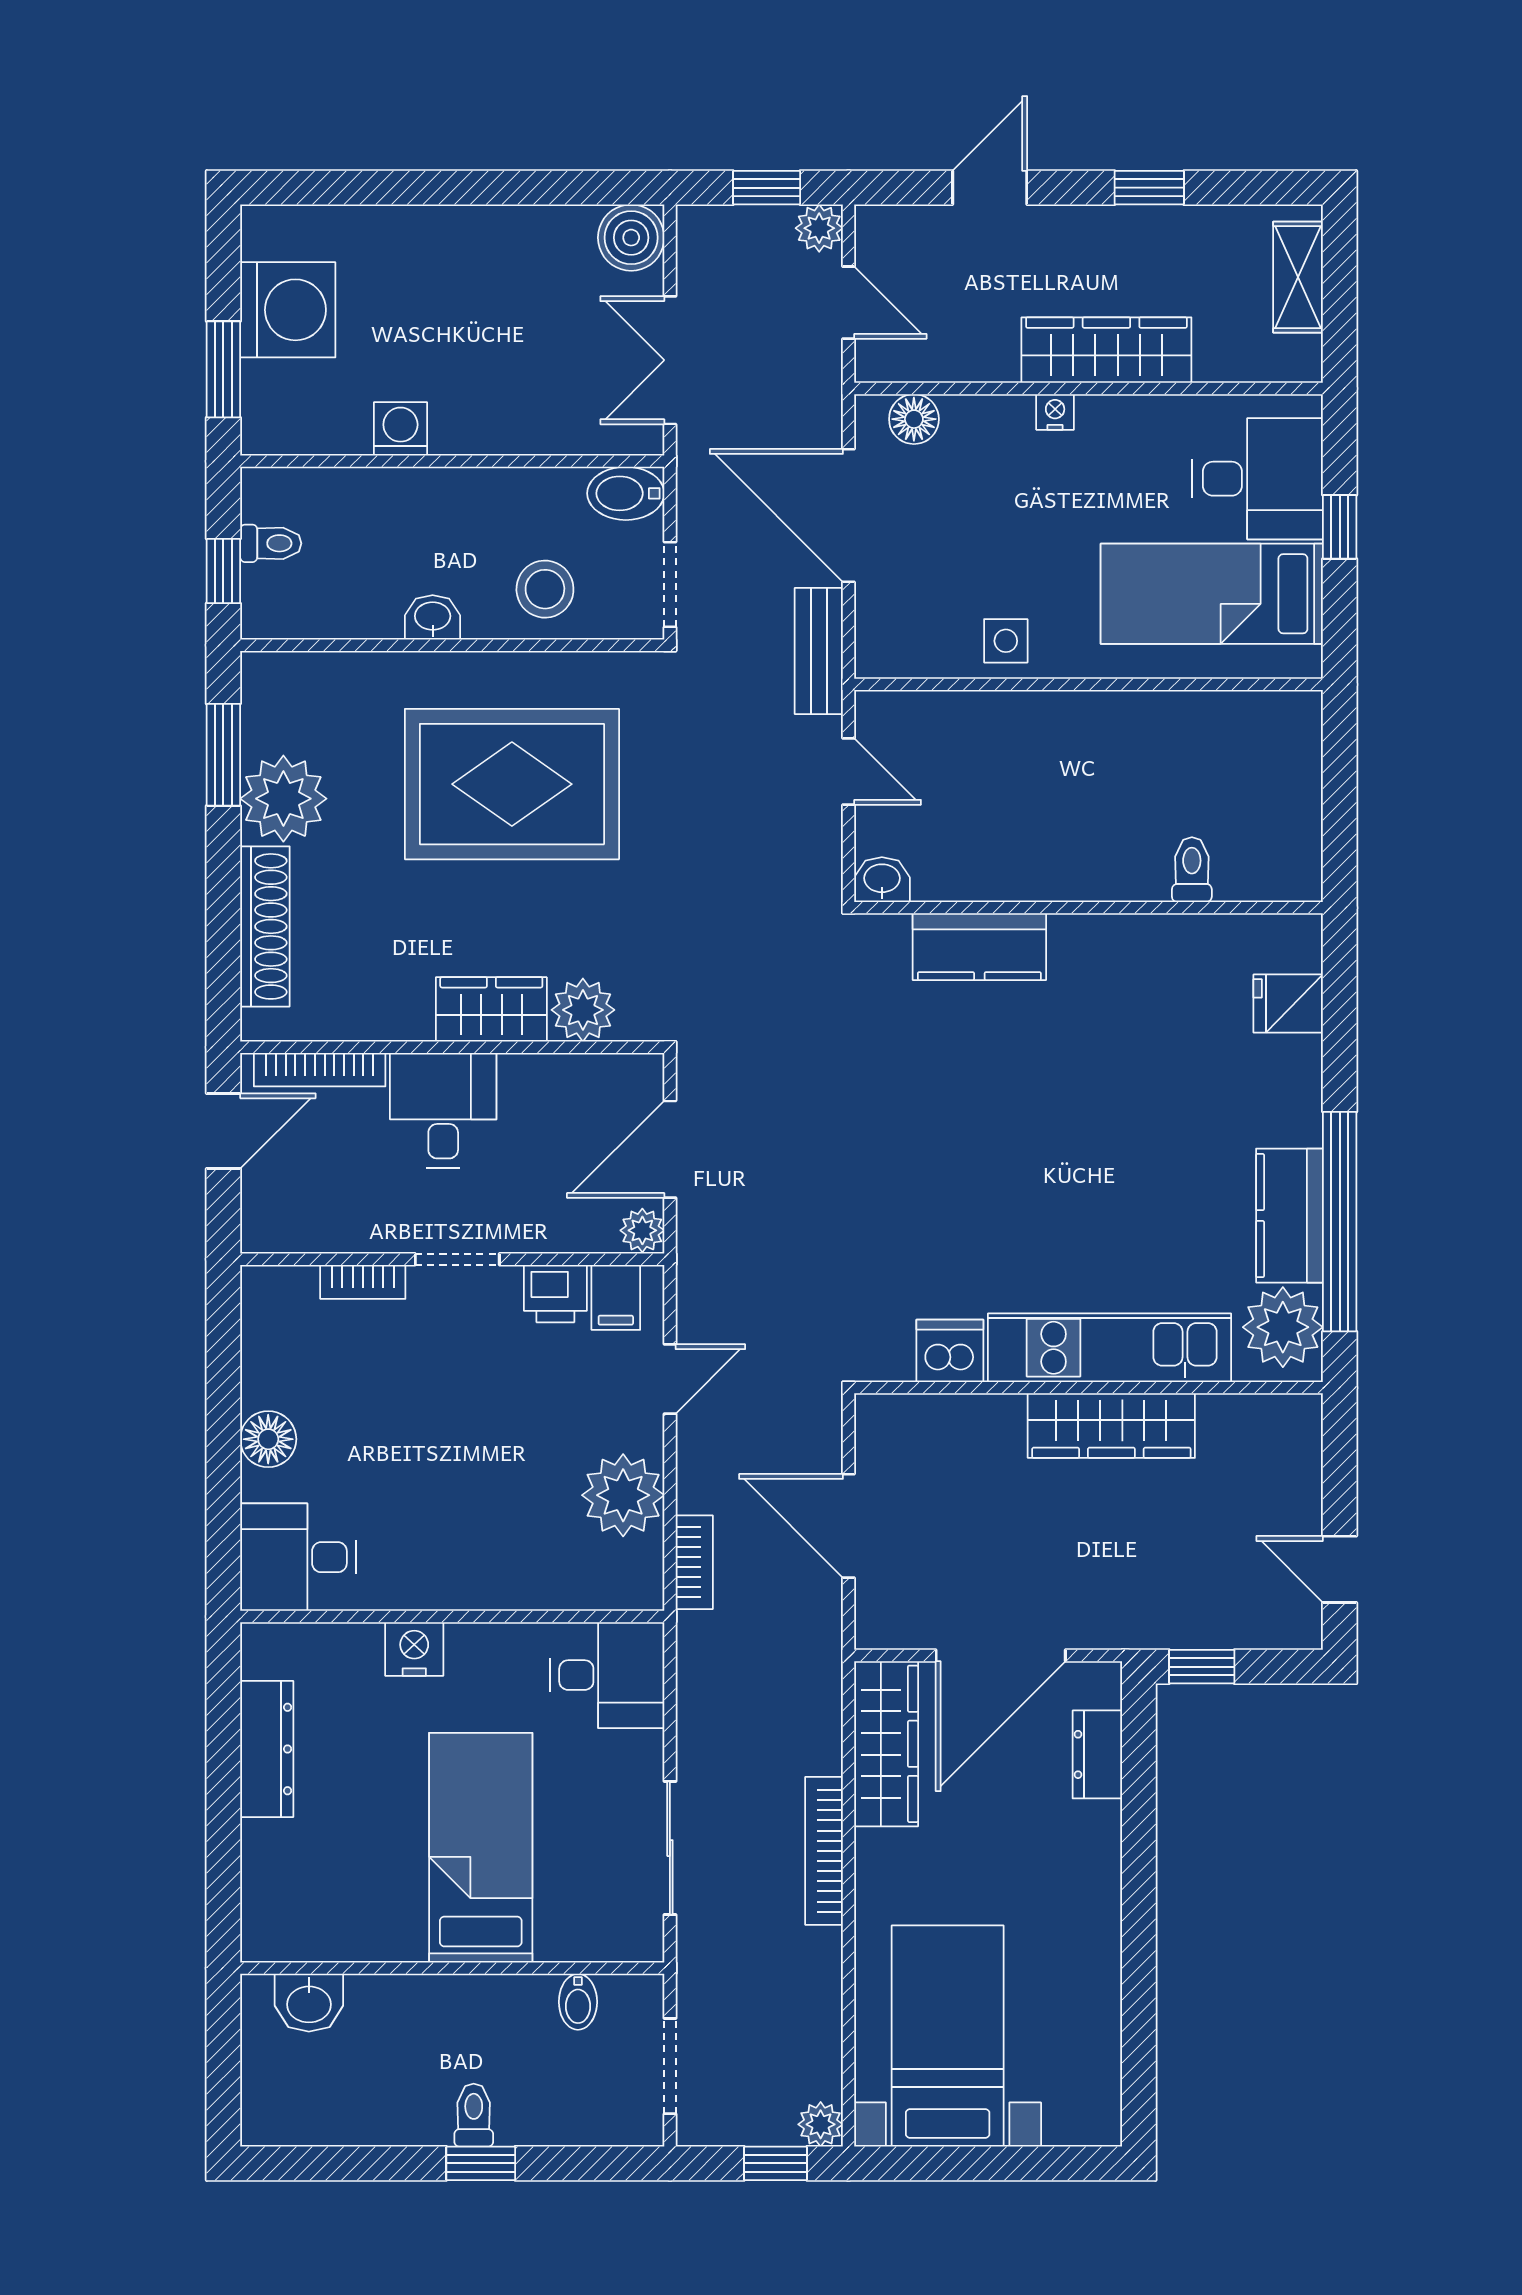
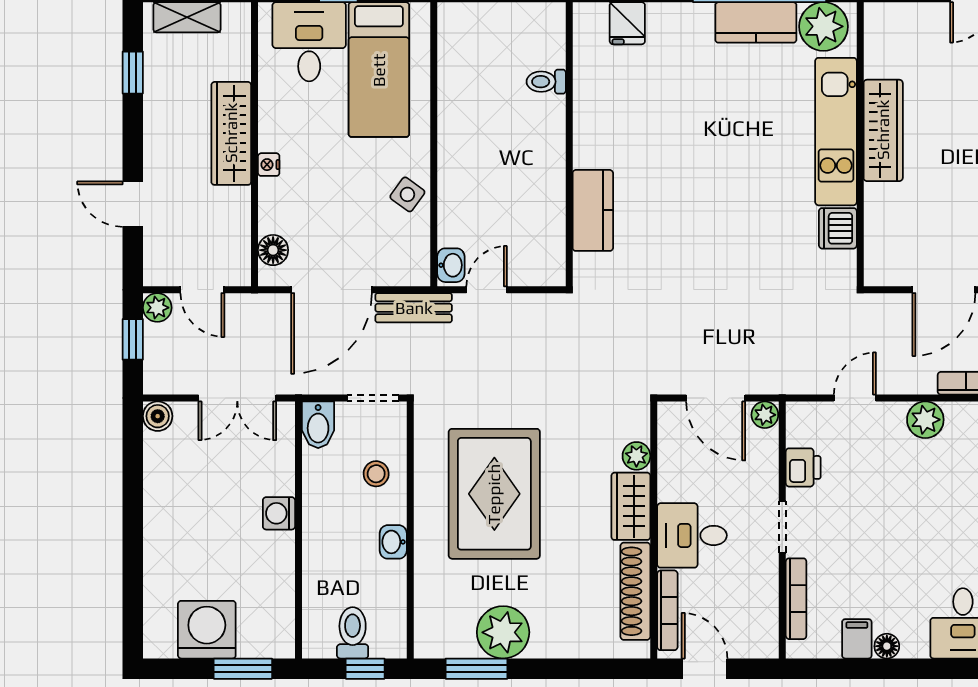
window: (1149, 188) -> (133, 73), moved
boiler: (631, 238) -> (158, 416), width x0.73, depth x0.73
door: (849, 303) -> (202, 290), swing flipped
washing machine: (400, 429) -> (279, 513), moved
toilet: (271, 543) -> (353, 633), width x1.37, depth x1.39
stool: (545, 589) -> (376, 474), width x0.73, depth x0.73
side table: (1006, 641) -> (407, 194), turned 36
washbasin: (882, 880) -> (451, 265), moved, turned 180
shoe rack: (265, 926) -> (635, 591), moved, turned -90
plant: (583, 1010) -> (636, 456), width x0.73, depth x0.73
bookcase: (363, 1282) -> (796, 599), width x1.56
filing cabinet: (616, 1297) -> (857, 639), moved, turned -90
door: (670, 1379) -> (855, 398), hinge flipped
floor lamp: (268, 1439) -> (887, 646), width x0.73, depth x0.73
plant: (623, 1495) -> (925, 420), width x0.73, depth x0.73

